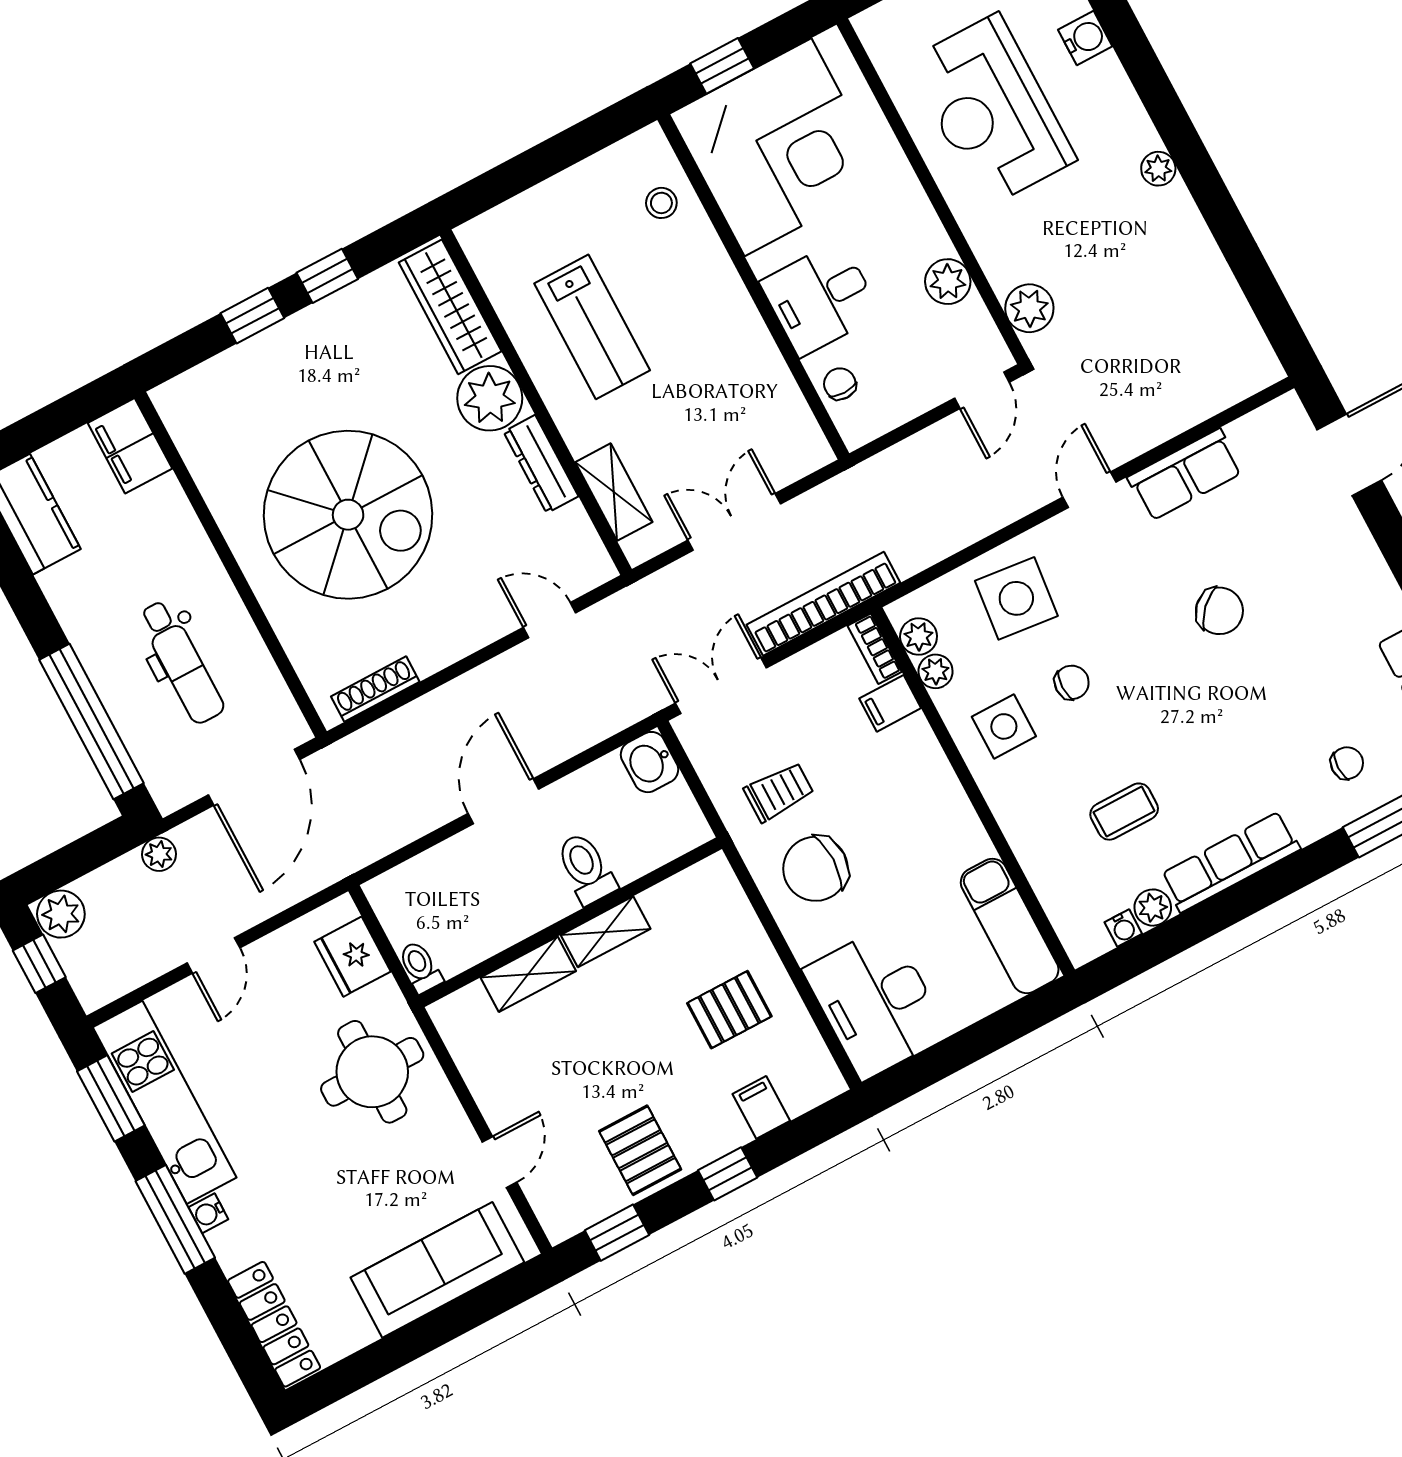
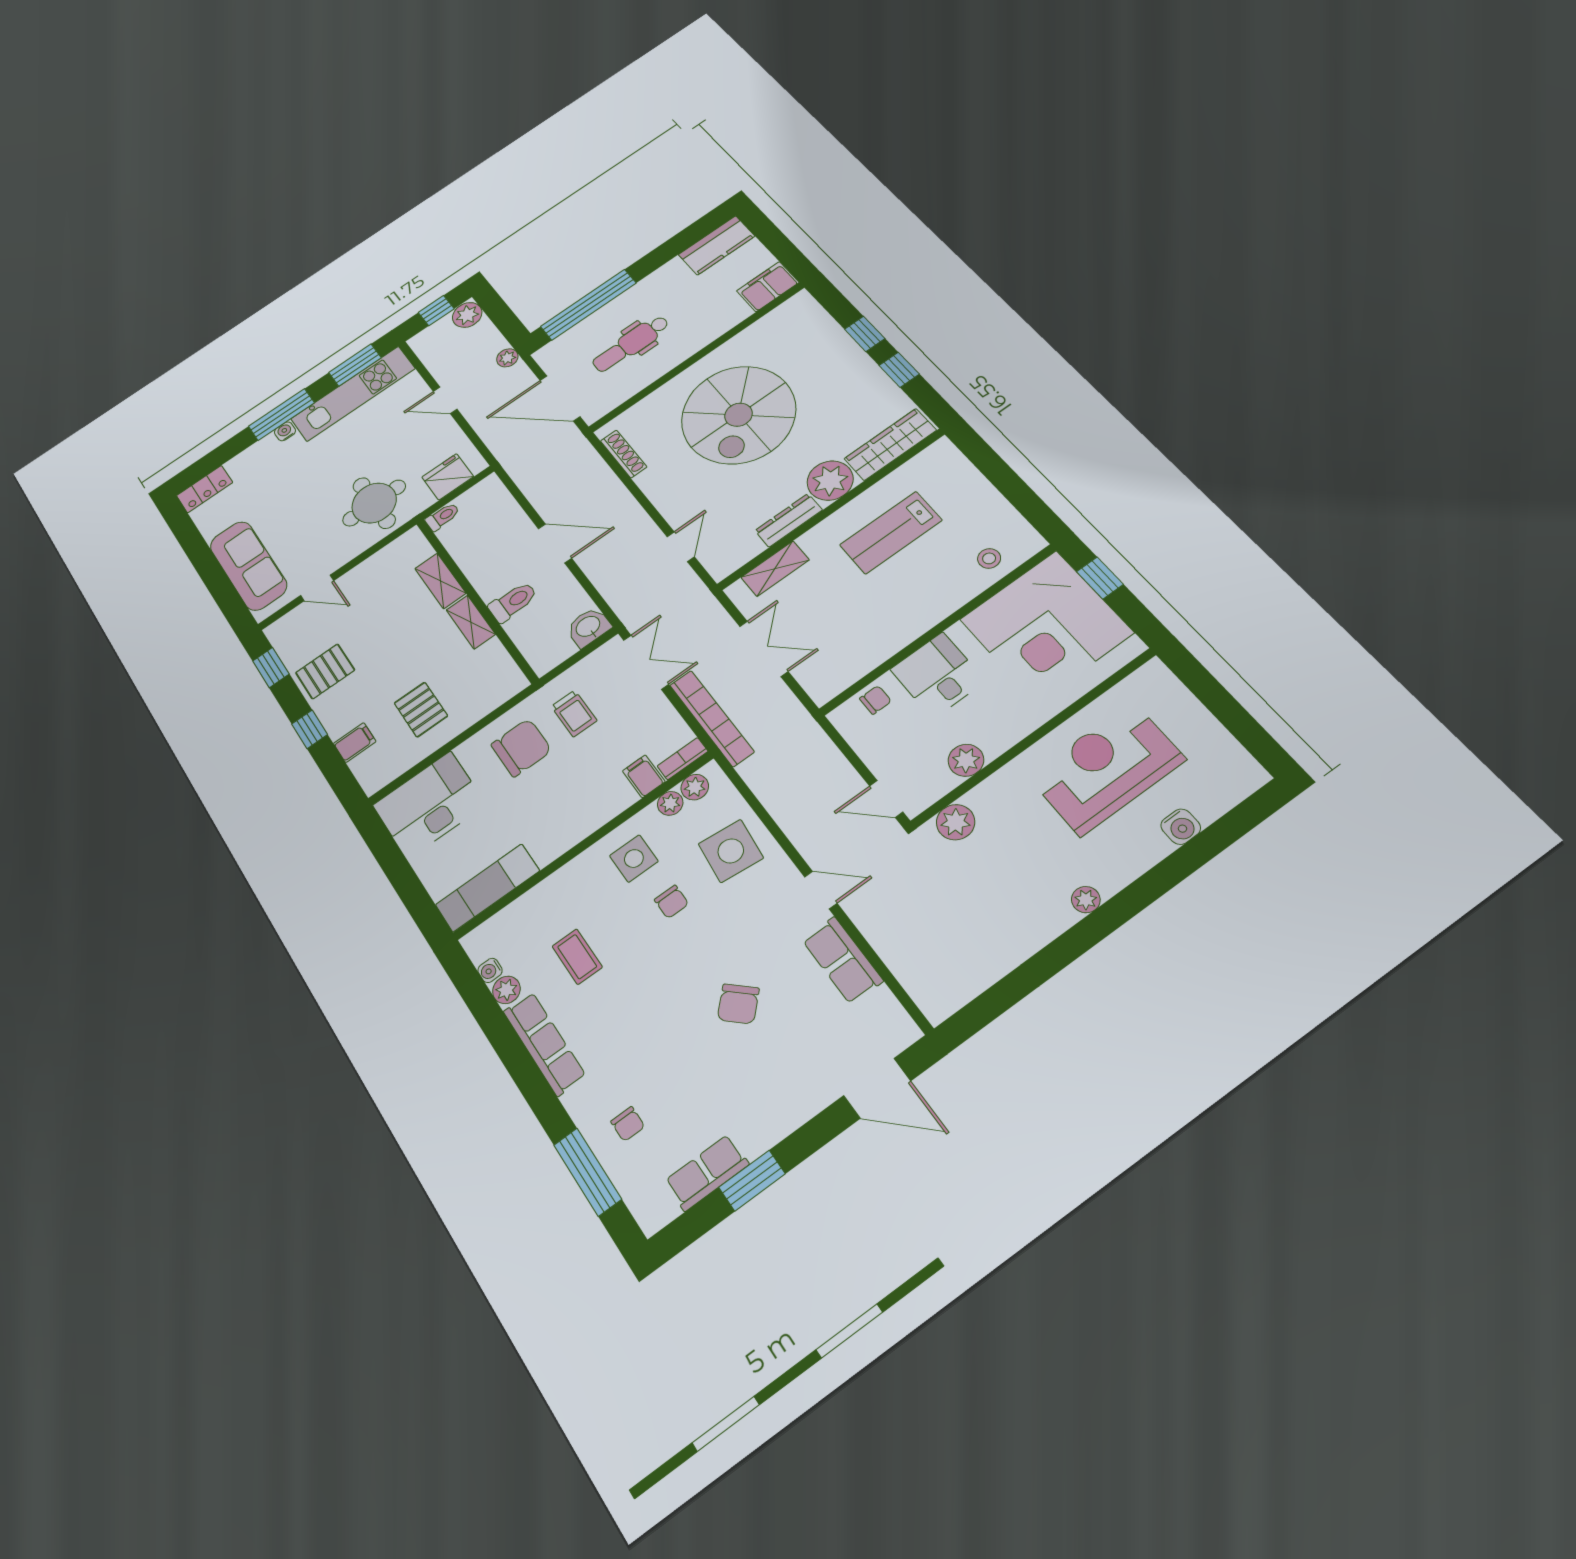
chair: (816, 869) -> (521, 748), turned 90
locker: (274, 1324) -> (205, 489), width x0.66

